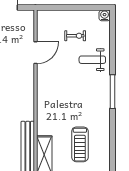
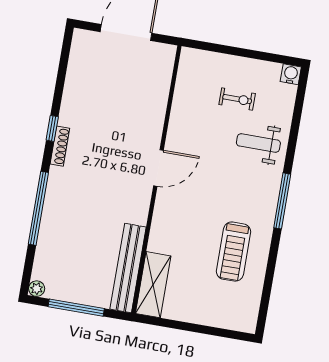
door: (35, 53) -> (158, 168), moved
treadmill: (80, 144) -> (233, 252), moved

